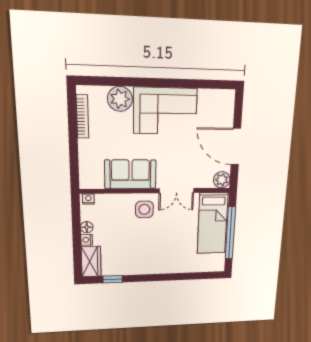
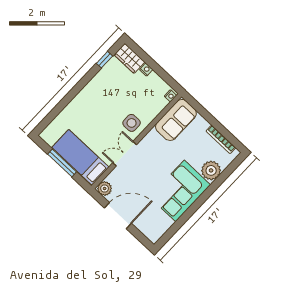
sofa: (130, 174) -> (176, 120), moved
floor lamp: (87, 227) -> (154, 78), removed
window: (230, 233) -> (62, 163), width x0.68

